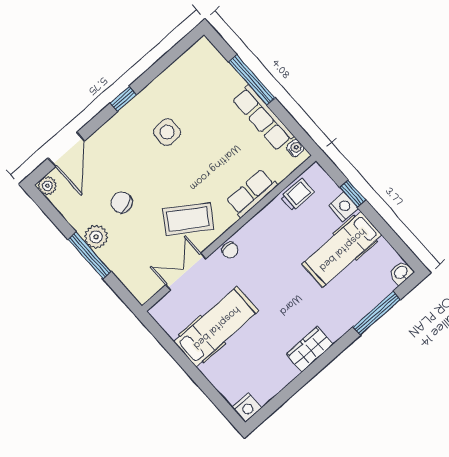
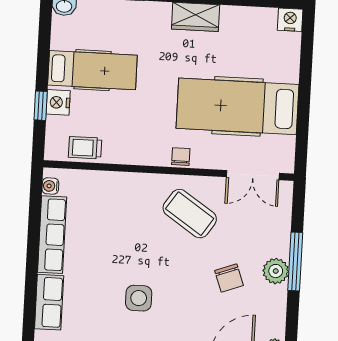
window: (252, 80) -> (32, 273), removed
row of seats: (252, 193) -> (49, 302), moved, turned -90
double door: (186, 272) -> (253, 175), moved
hospital bed: (216, 327) -> (237, 106), width x1.37, depth x1.29

